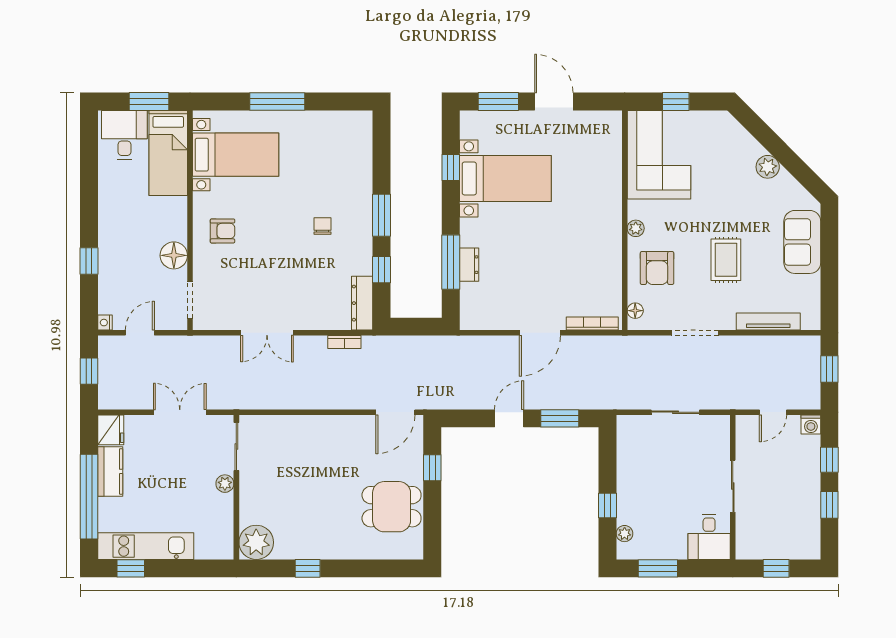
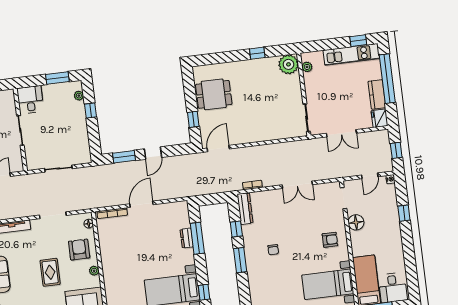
armchair: (222, 231) -> (330, 240), turned 180
rug: (726, 260) -> (50, 272), moved
double door: (267, 333) -> (297, 185), swing flipped
plant: (225, 484) -> (307, 67), moved

